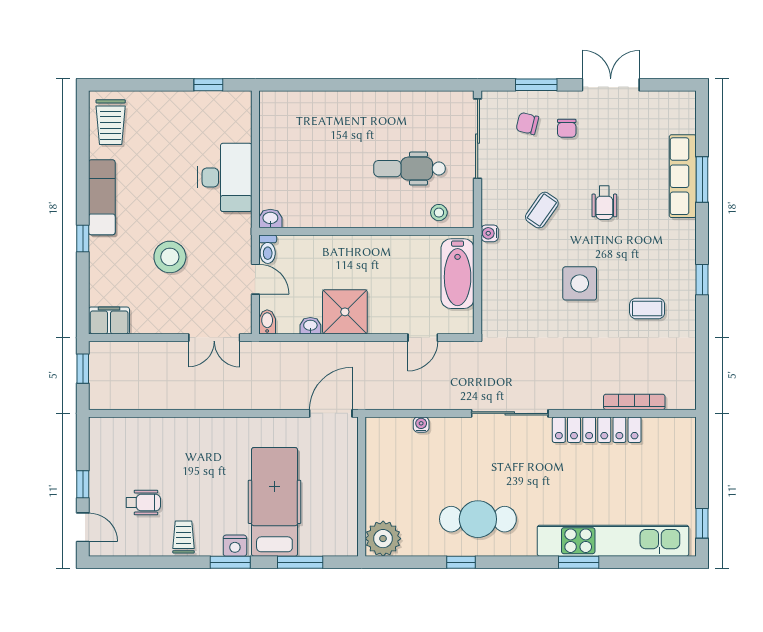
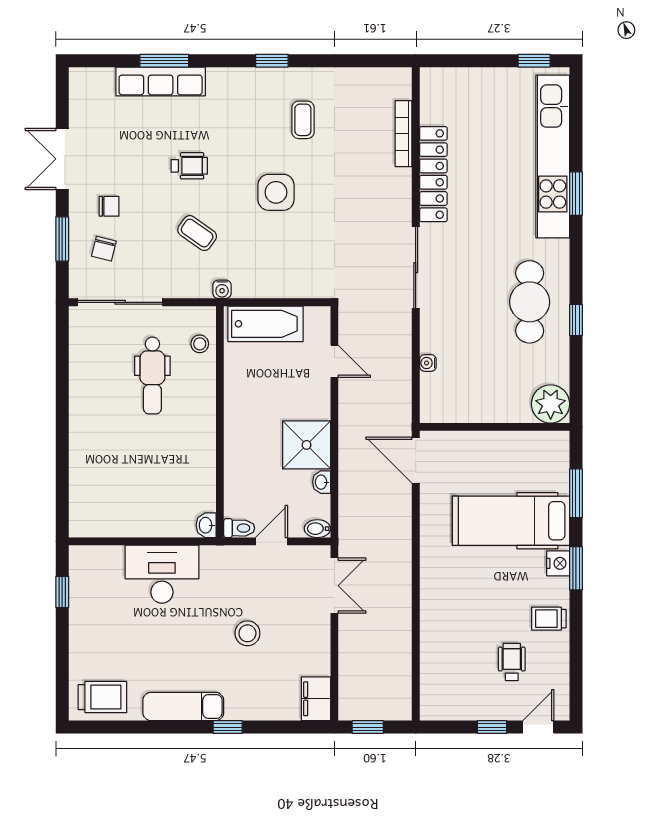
stool: (170, 257) -> (247, 633), width x0.73, depth x0.73

